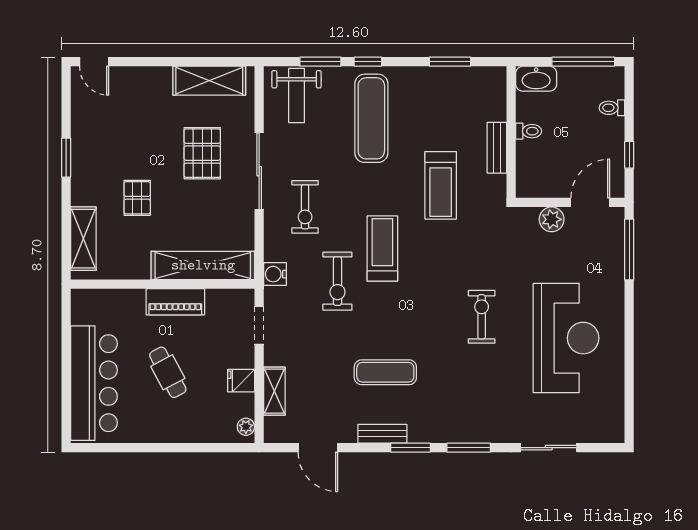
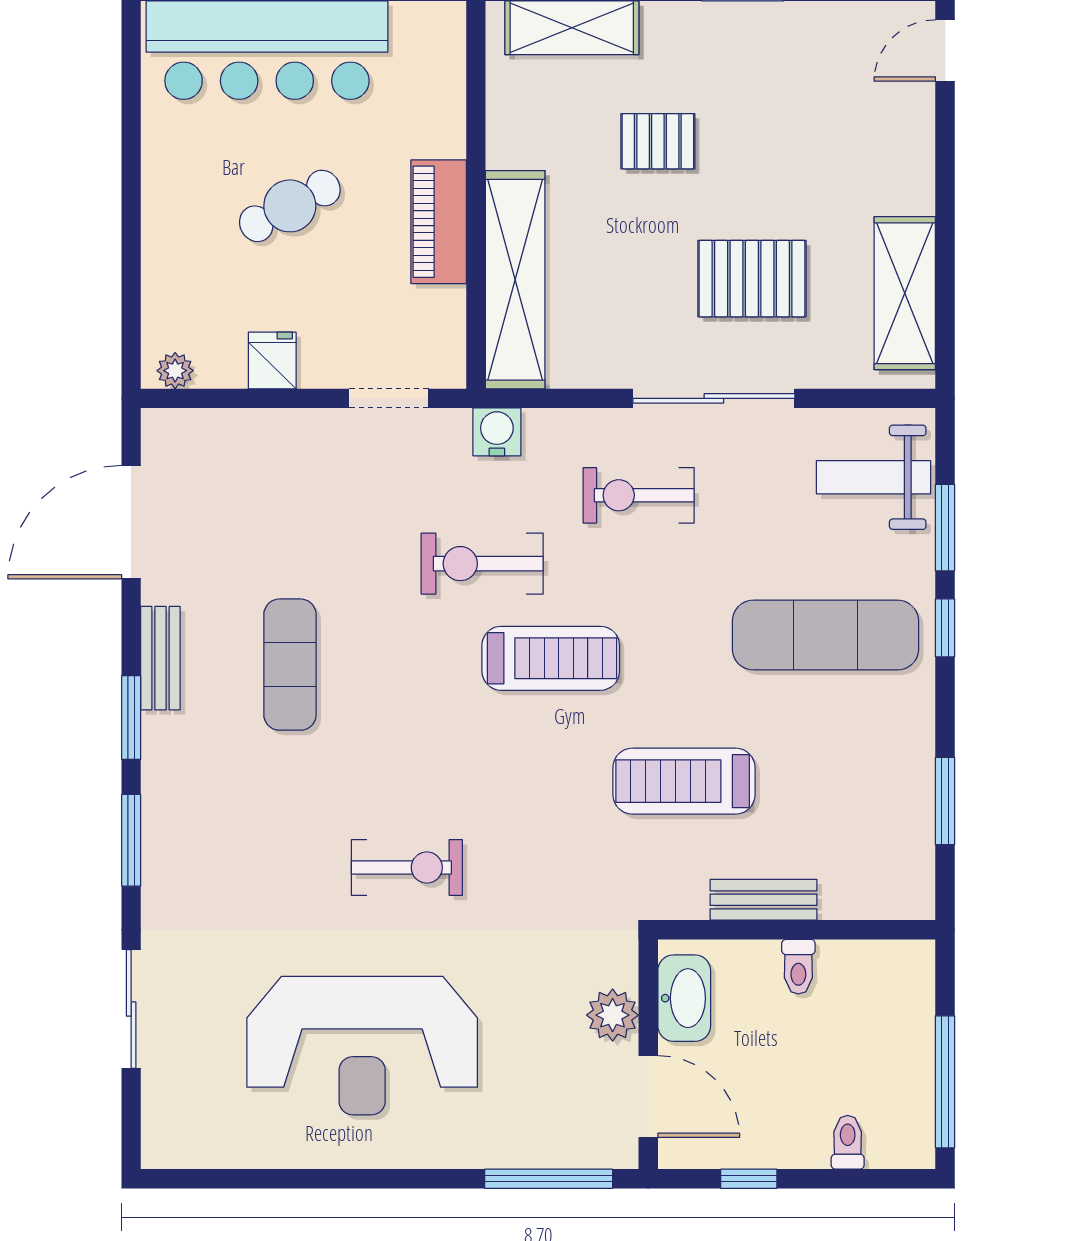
washbasin: (536, 79) -> (684, 998), moved, turned 180
shelving: (274, 391) -> (250, 431), removed
door: (318, 448) -> (131, 522), width x1.36

